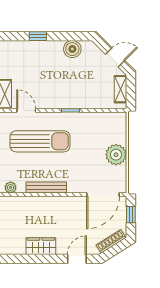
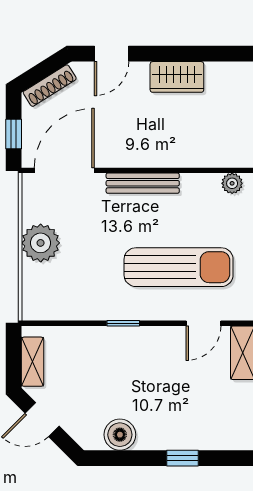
door: (26, 110) -> (204, 323), hinge flipped
sun lounger: (40, 141) -> (179, 267), turned 180
bench: (46, 188) -> (143, 183), moved

